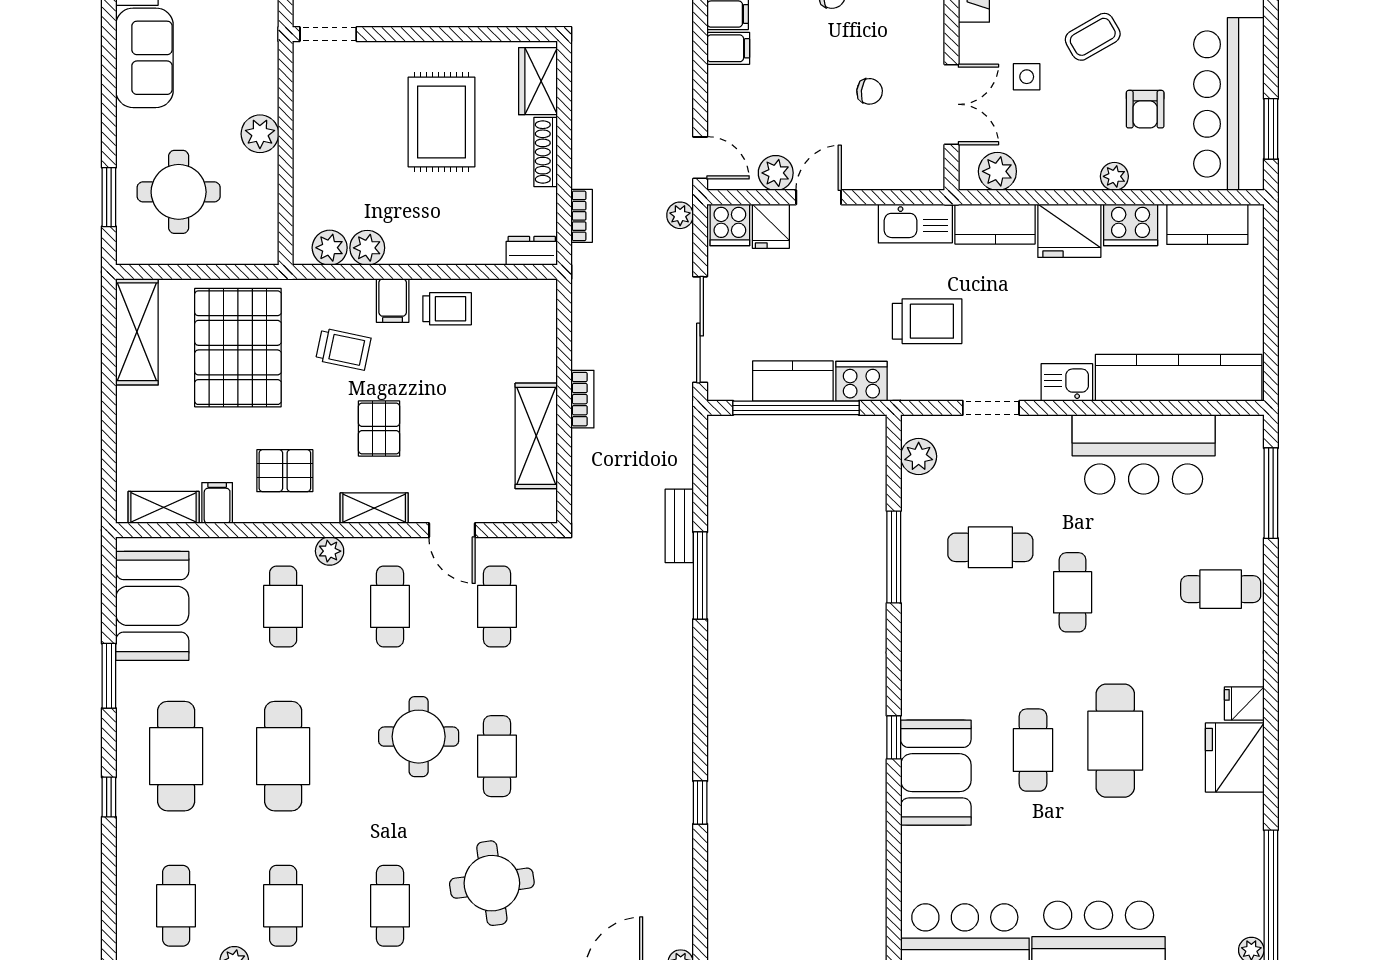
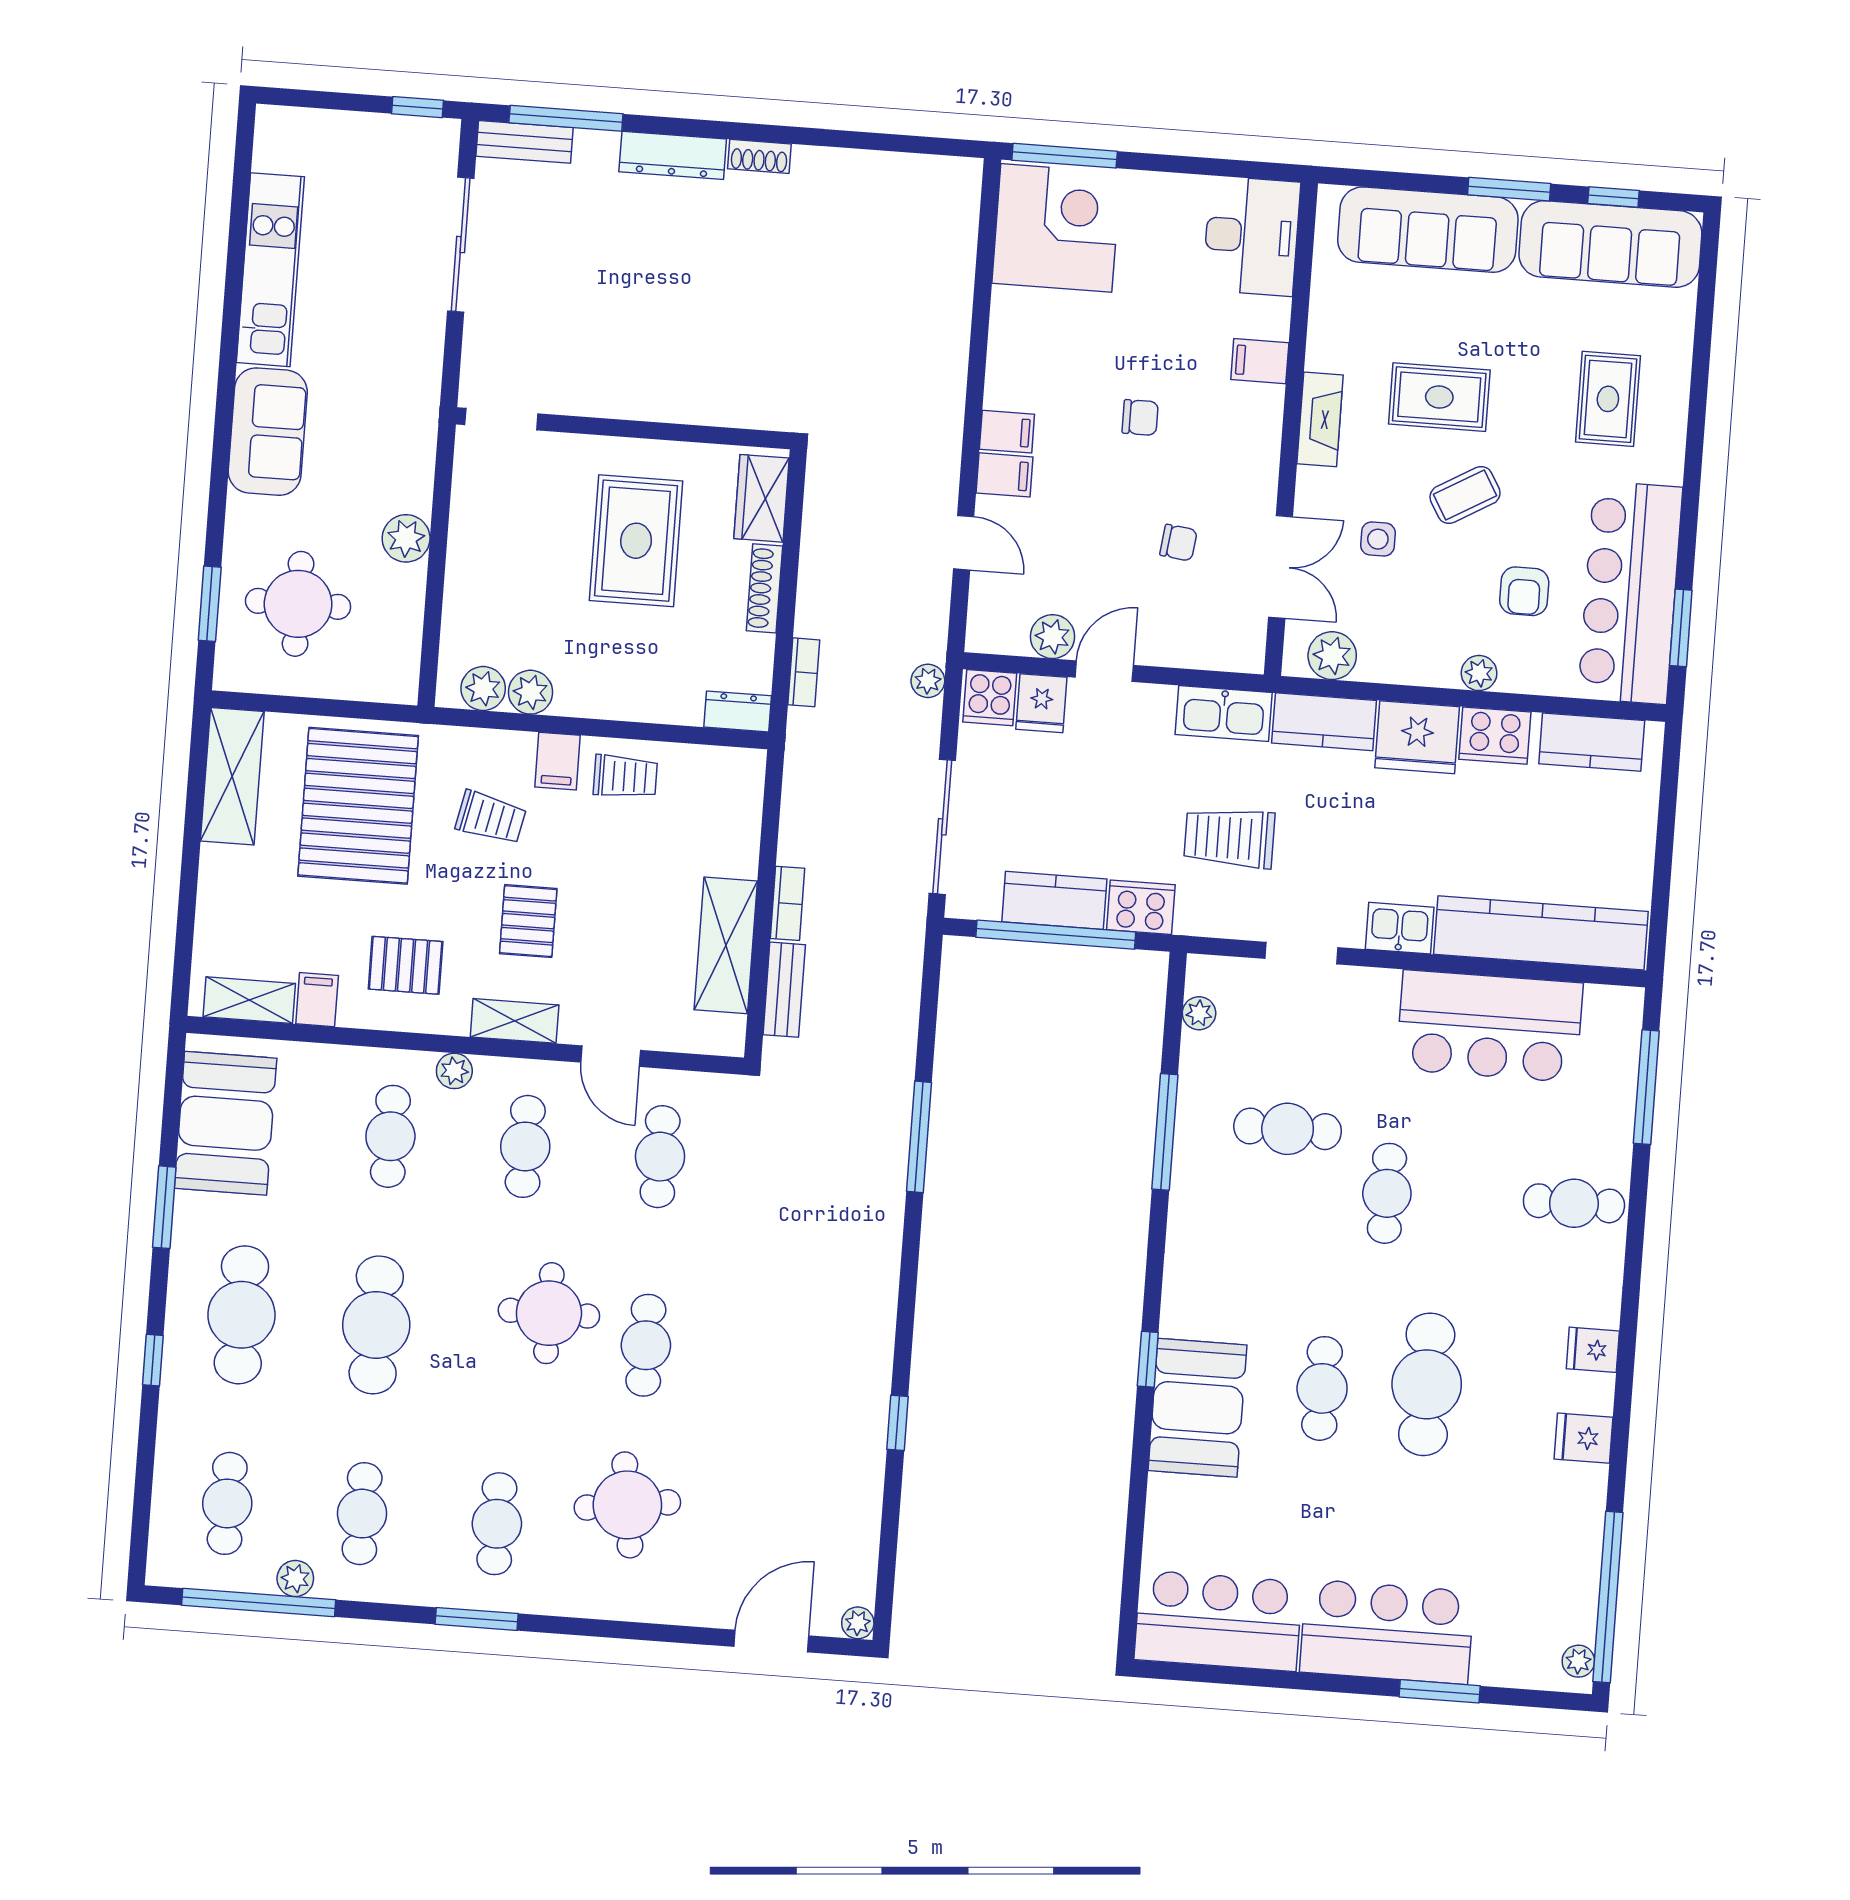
door: (700, 158) -> (964, 543), moved
trolley: (927, 321) -> (1229, 838), turned 180
plant: (919, 456) -> (1199, 1013), width x0.73, depth x0.73
bench: (679, 526) -> (784, 990), moved
fridge: (1235, 757) -> (1584, 1438), width x0.53, depth x0.75

